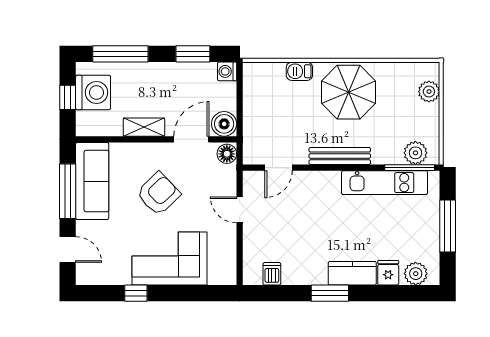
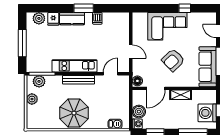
barbecue: (299, 71) -> (115, 124), moved
plant: (429, 92) -> (32, 99), moved
boiler: (224, 124) -> (139, 112), moved
kitchen unit: (385, 183) -> (75, 66), moved
dishwasher: (272, 274) -> (97, 18), moved

